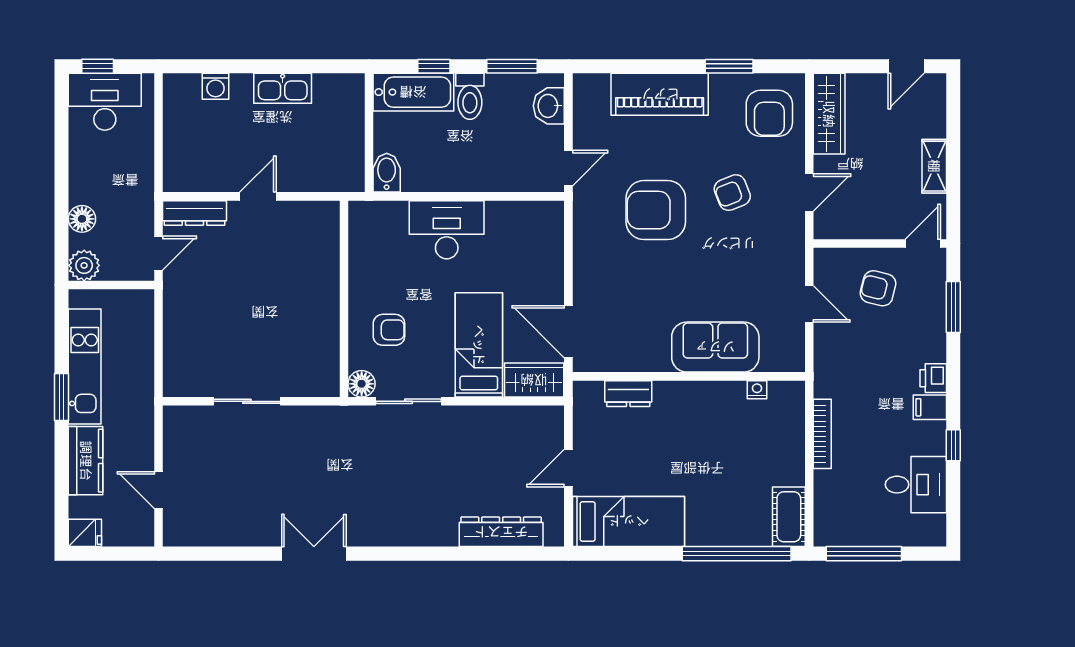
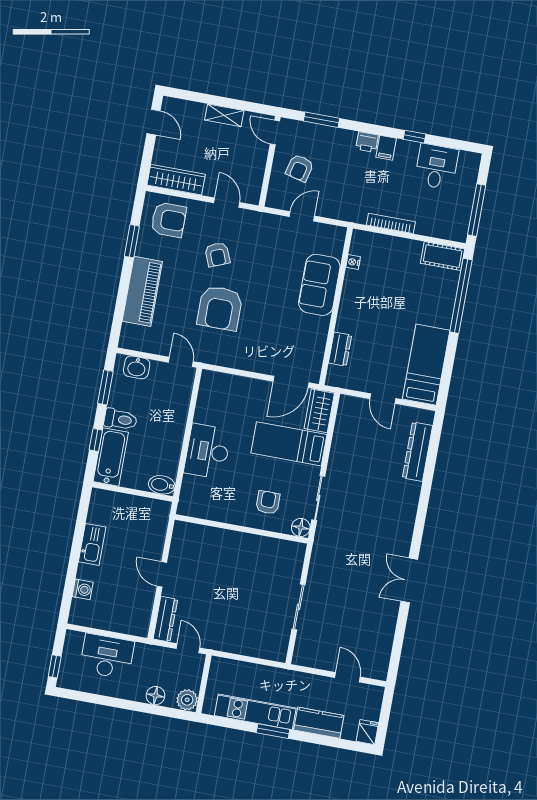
desk: (105, 102) -> (107, 656), moved, turned 90
door: (158, 490) -> (347, 677), swing flipped

